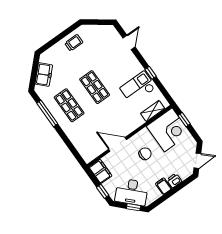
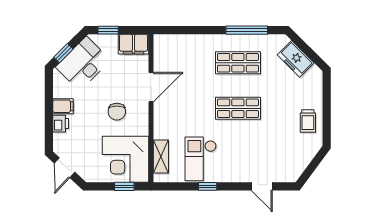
checkout: (138, 88) -> (201, 159), turned 180

